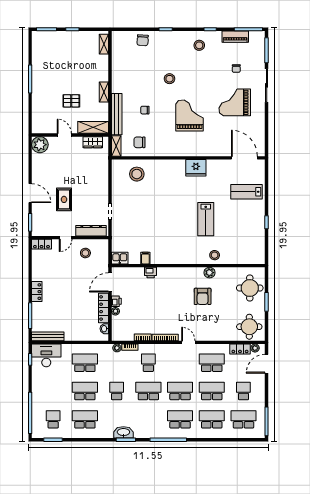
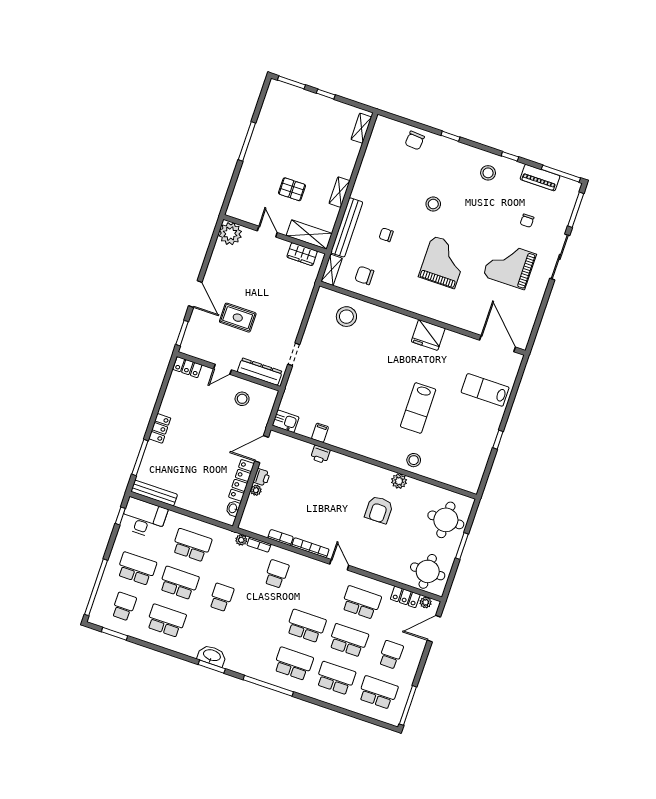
rug: (64, 199) -> (238, 318), turned 90
school desk: (148, 391) -> (137, 569), moved

